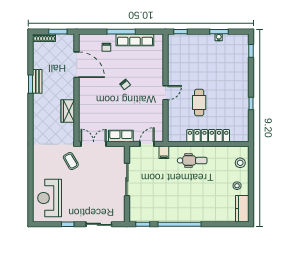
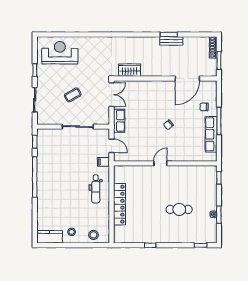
door: (165, 93) -> (160, 163), swing flipped
cafe table: (199, 103) -> (179, 209), moved
wardrobe: (68, 111) -> (130, 70), moved
coffee table: (71, 161) -> (73, 95), moved

